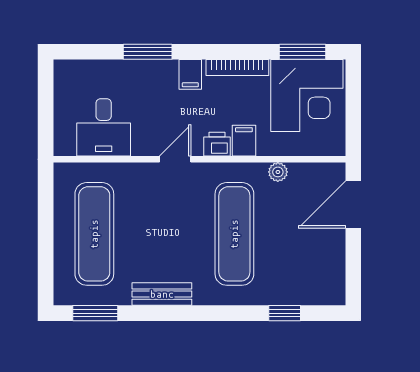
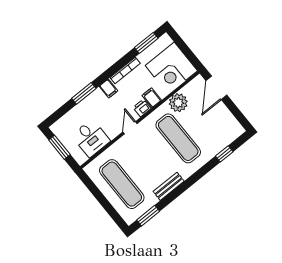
corner desk: (307, 96) -> (171, 68), moved, turned 90
window: (46, 103) -> (59, 147), added
plant: (278, 172) -> (178, 103), width x1.87, depth x1.87

